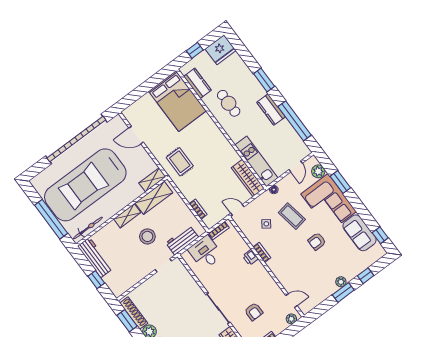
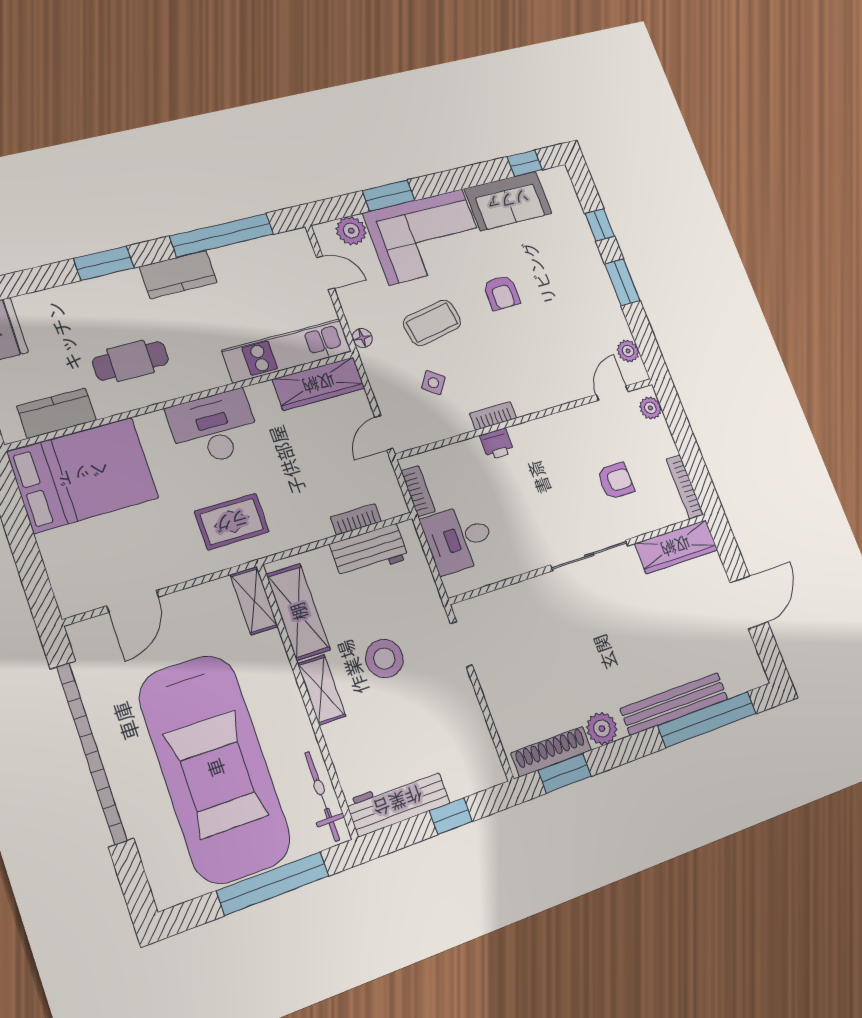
desk: (214, 143) -> (214, 428), added
workbench: (182, 240) -> (369, 551), moved, turned -90
plant: (341, 282) -> (628, 351), moved

